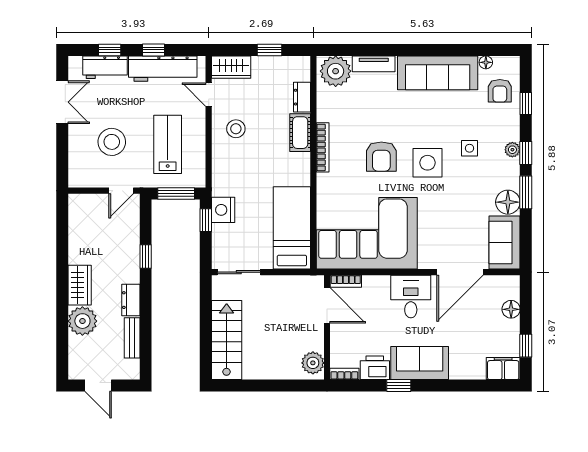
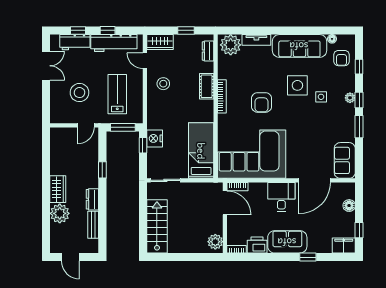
dresser: (302, 97) -> (208, 51), moved
side table: (427, 163) -> (297, 85), moved
floor lamp: (508, 202) -> (347, 133), removed
window: (399, 386) -> (308, 257), moved

